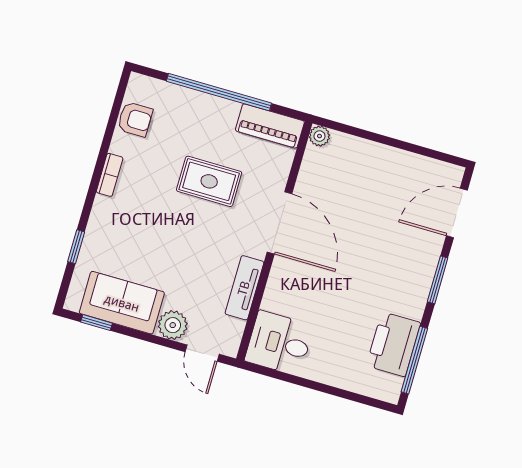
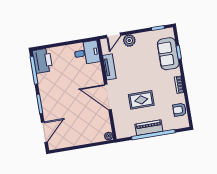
piano: (270, 126) -> (149, 128), moved
sofa: (122, 303) -> (168, 54), moved, turned 90
printer: (394, 344) -> (43, 61), moved
door: (202, 353) -> (114, 35), swing flipped

